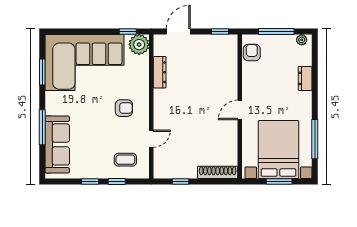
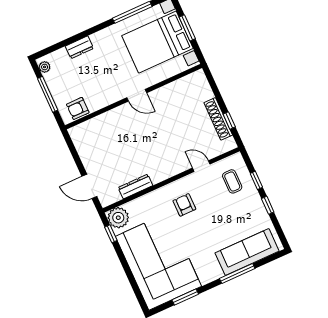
window: (220, 32) -> (72, 147), removed
shoe rack: (218, 172) -> (218, 119), moved

